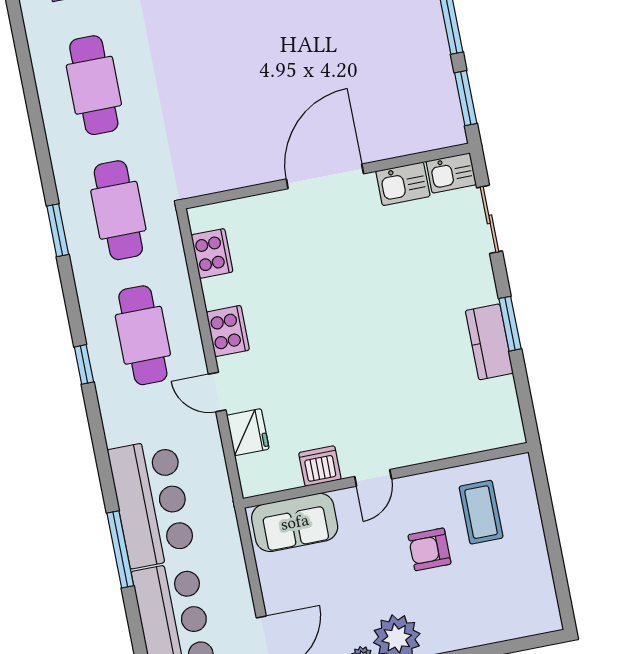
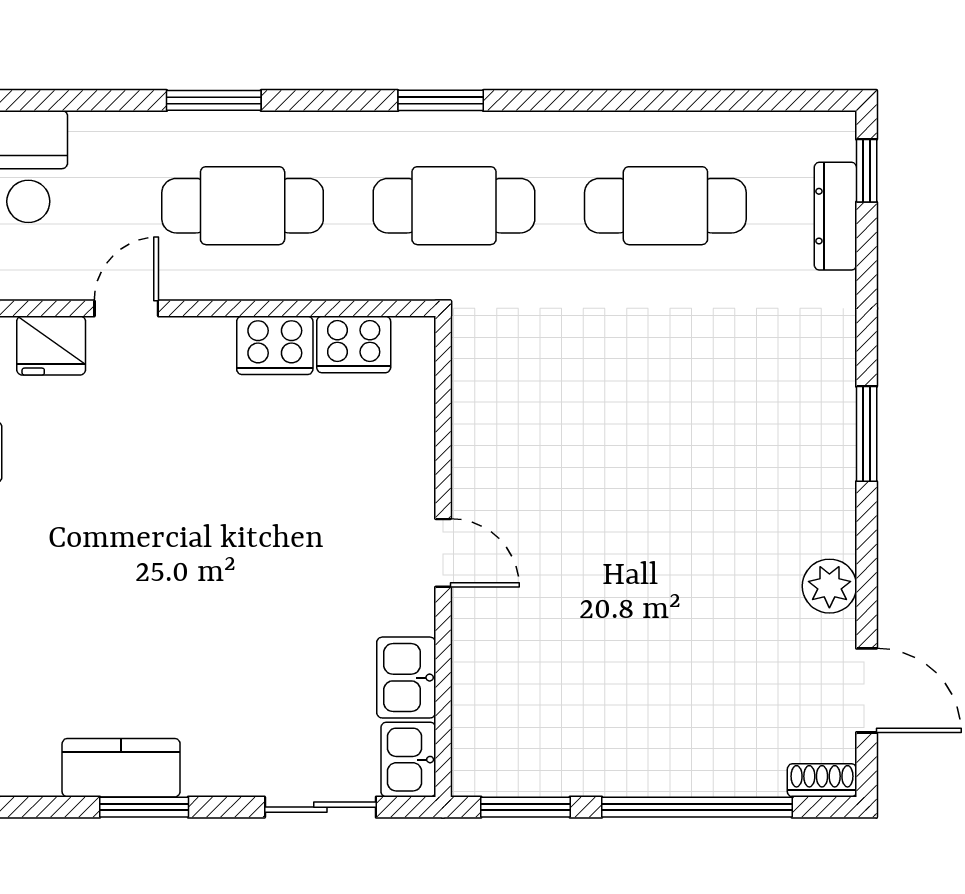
door: (325, 176) -> (443, 553), width x0.53
cooker: (228, 331) -> (275, 345), moved
window: (84, 364) -> (214, 100), width x1.50

